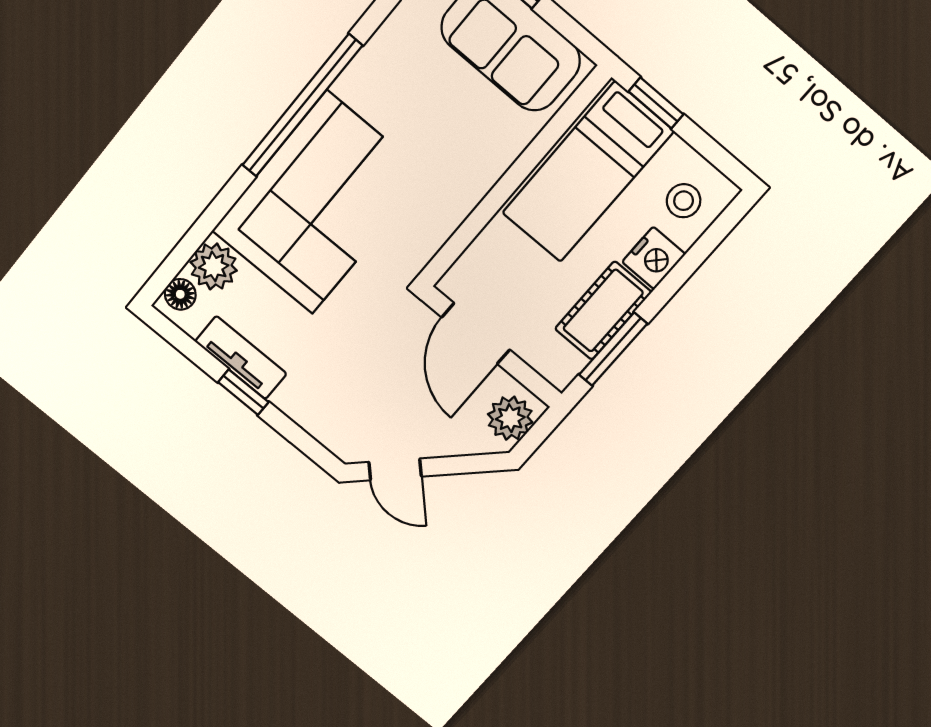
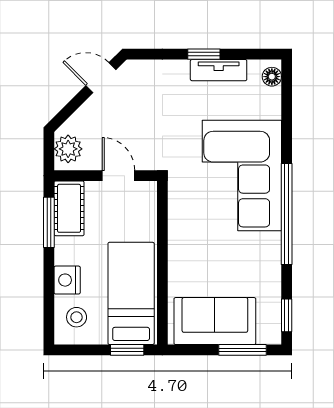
plant: (214, 266) -> (267, 104), removed
cot: (603, 311) -> (69, 208), moved
door: (476, 334) -> (118, 176), width x0.73

